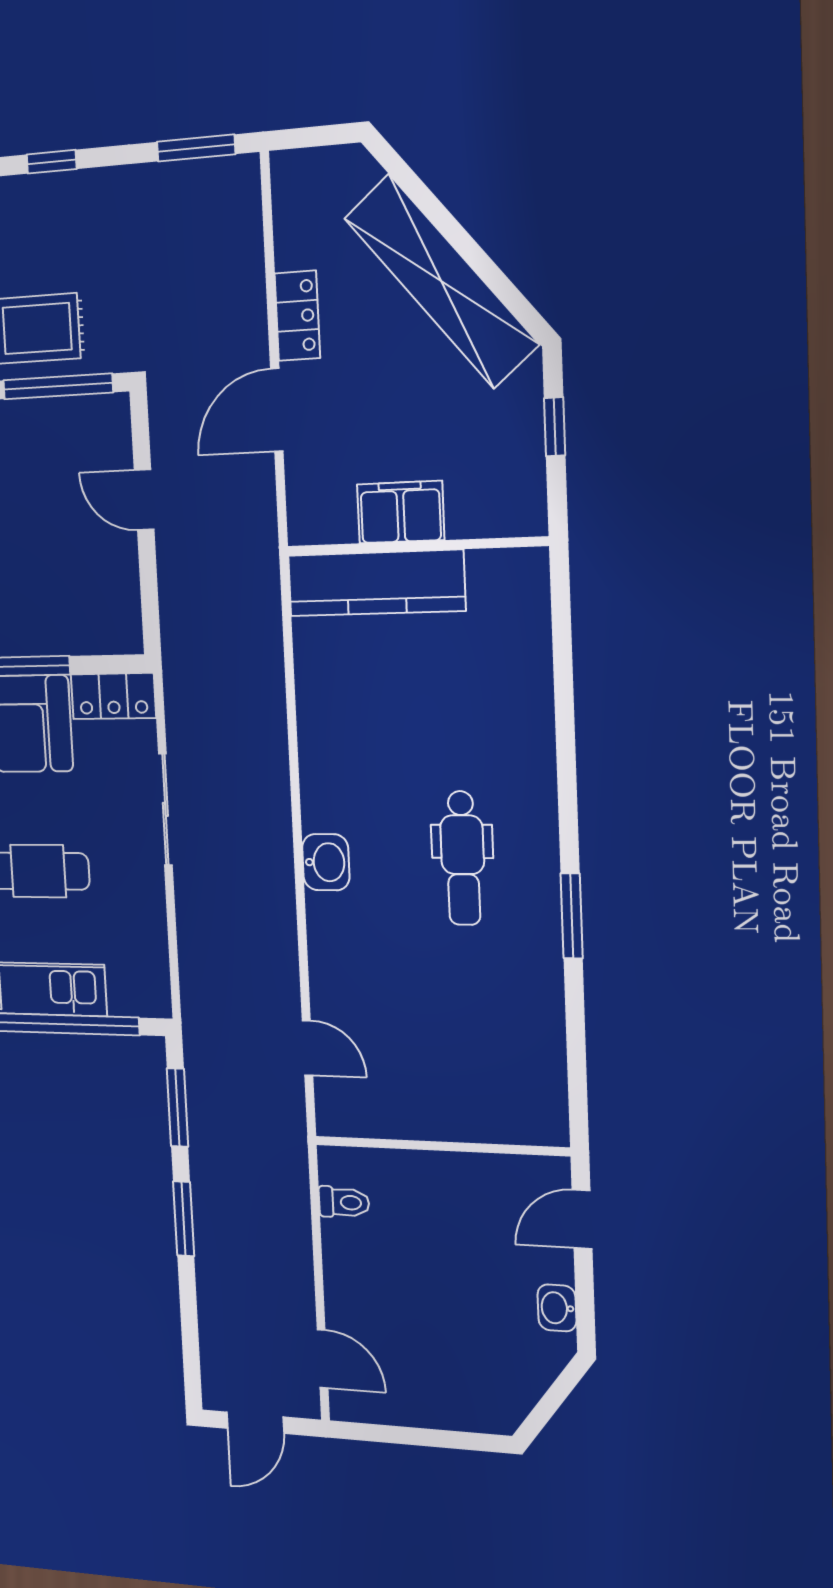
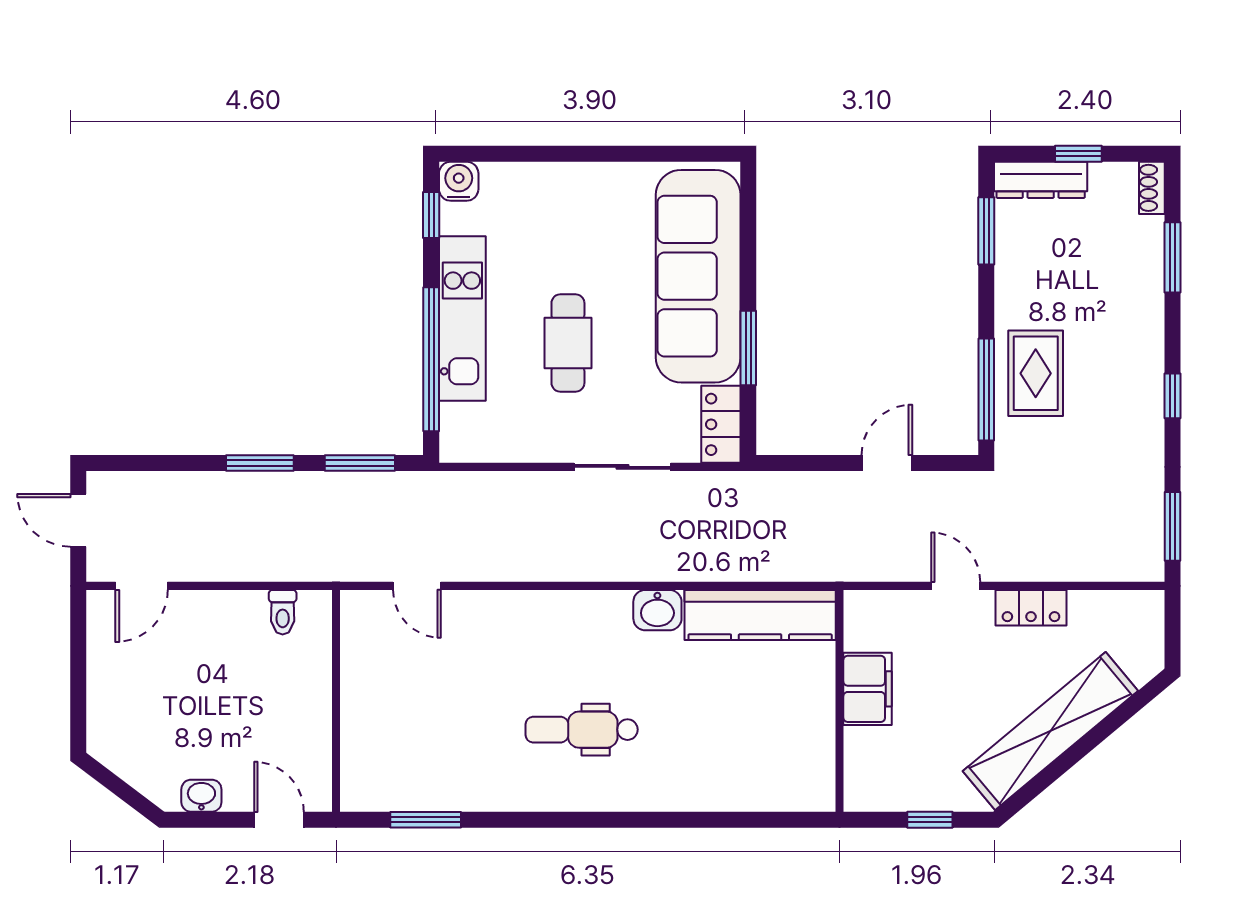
door: (277, 410) -> (956, 586), width x0.73
kitchen counter: (376, 583) -> (760, 615), moved, turned -90
washbasin: (326, 862) -> (657, 610), moved
window: (572, 916) -> (426, 820), moved
door: (308, 1048) -> (417, 586), hinge flipped

